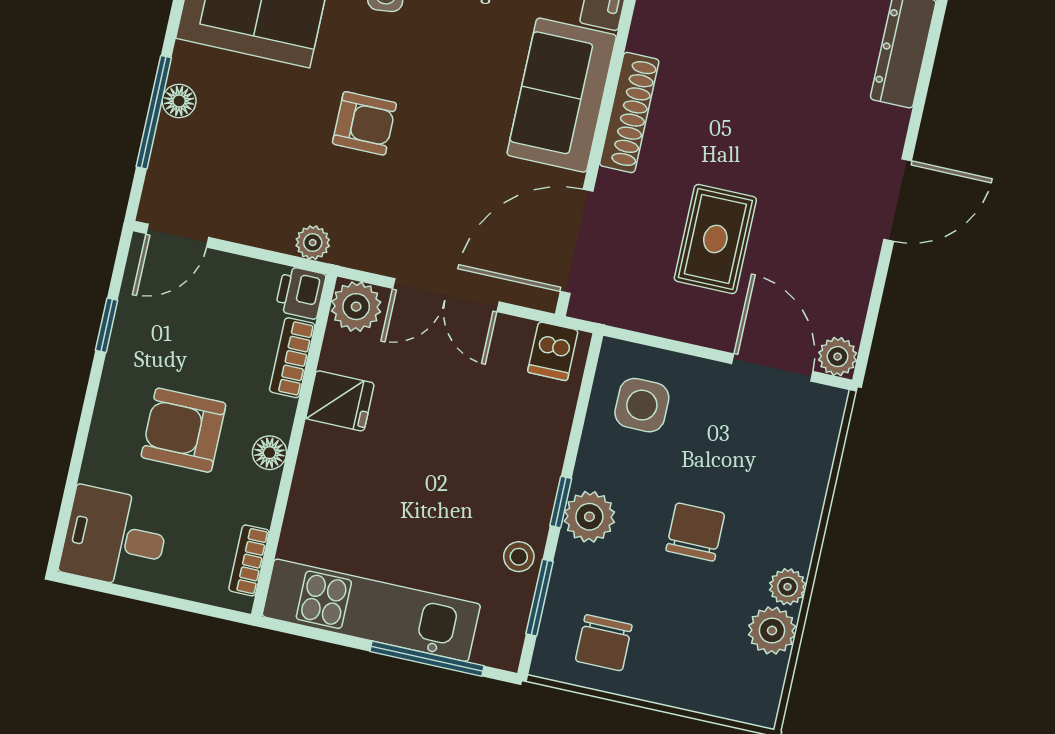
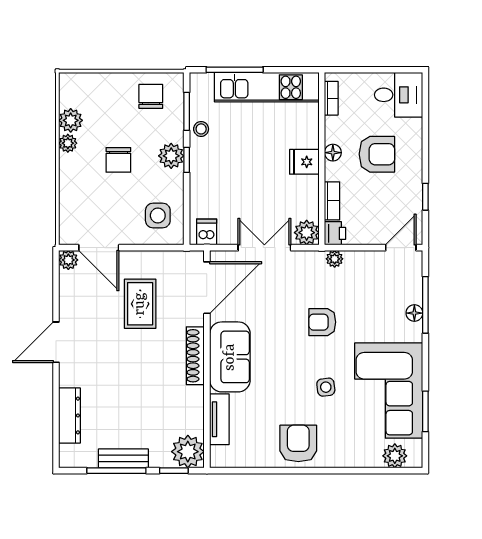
fridge: (340, 401) -> (304, 162), moved

